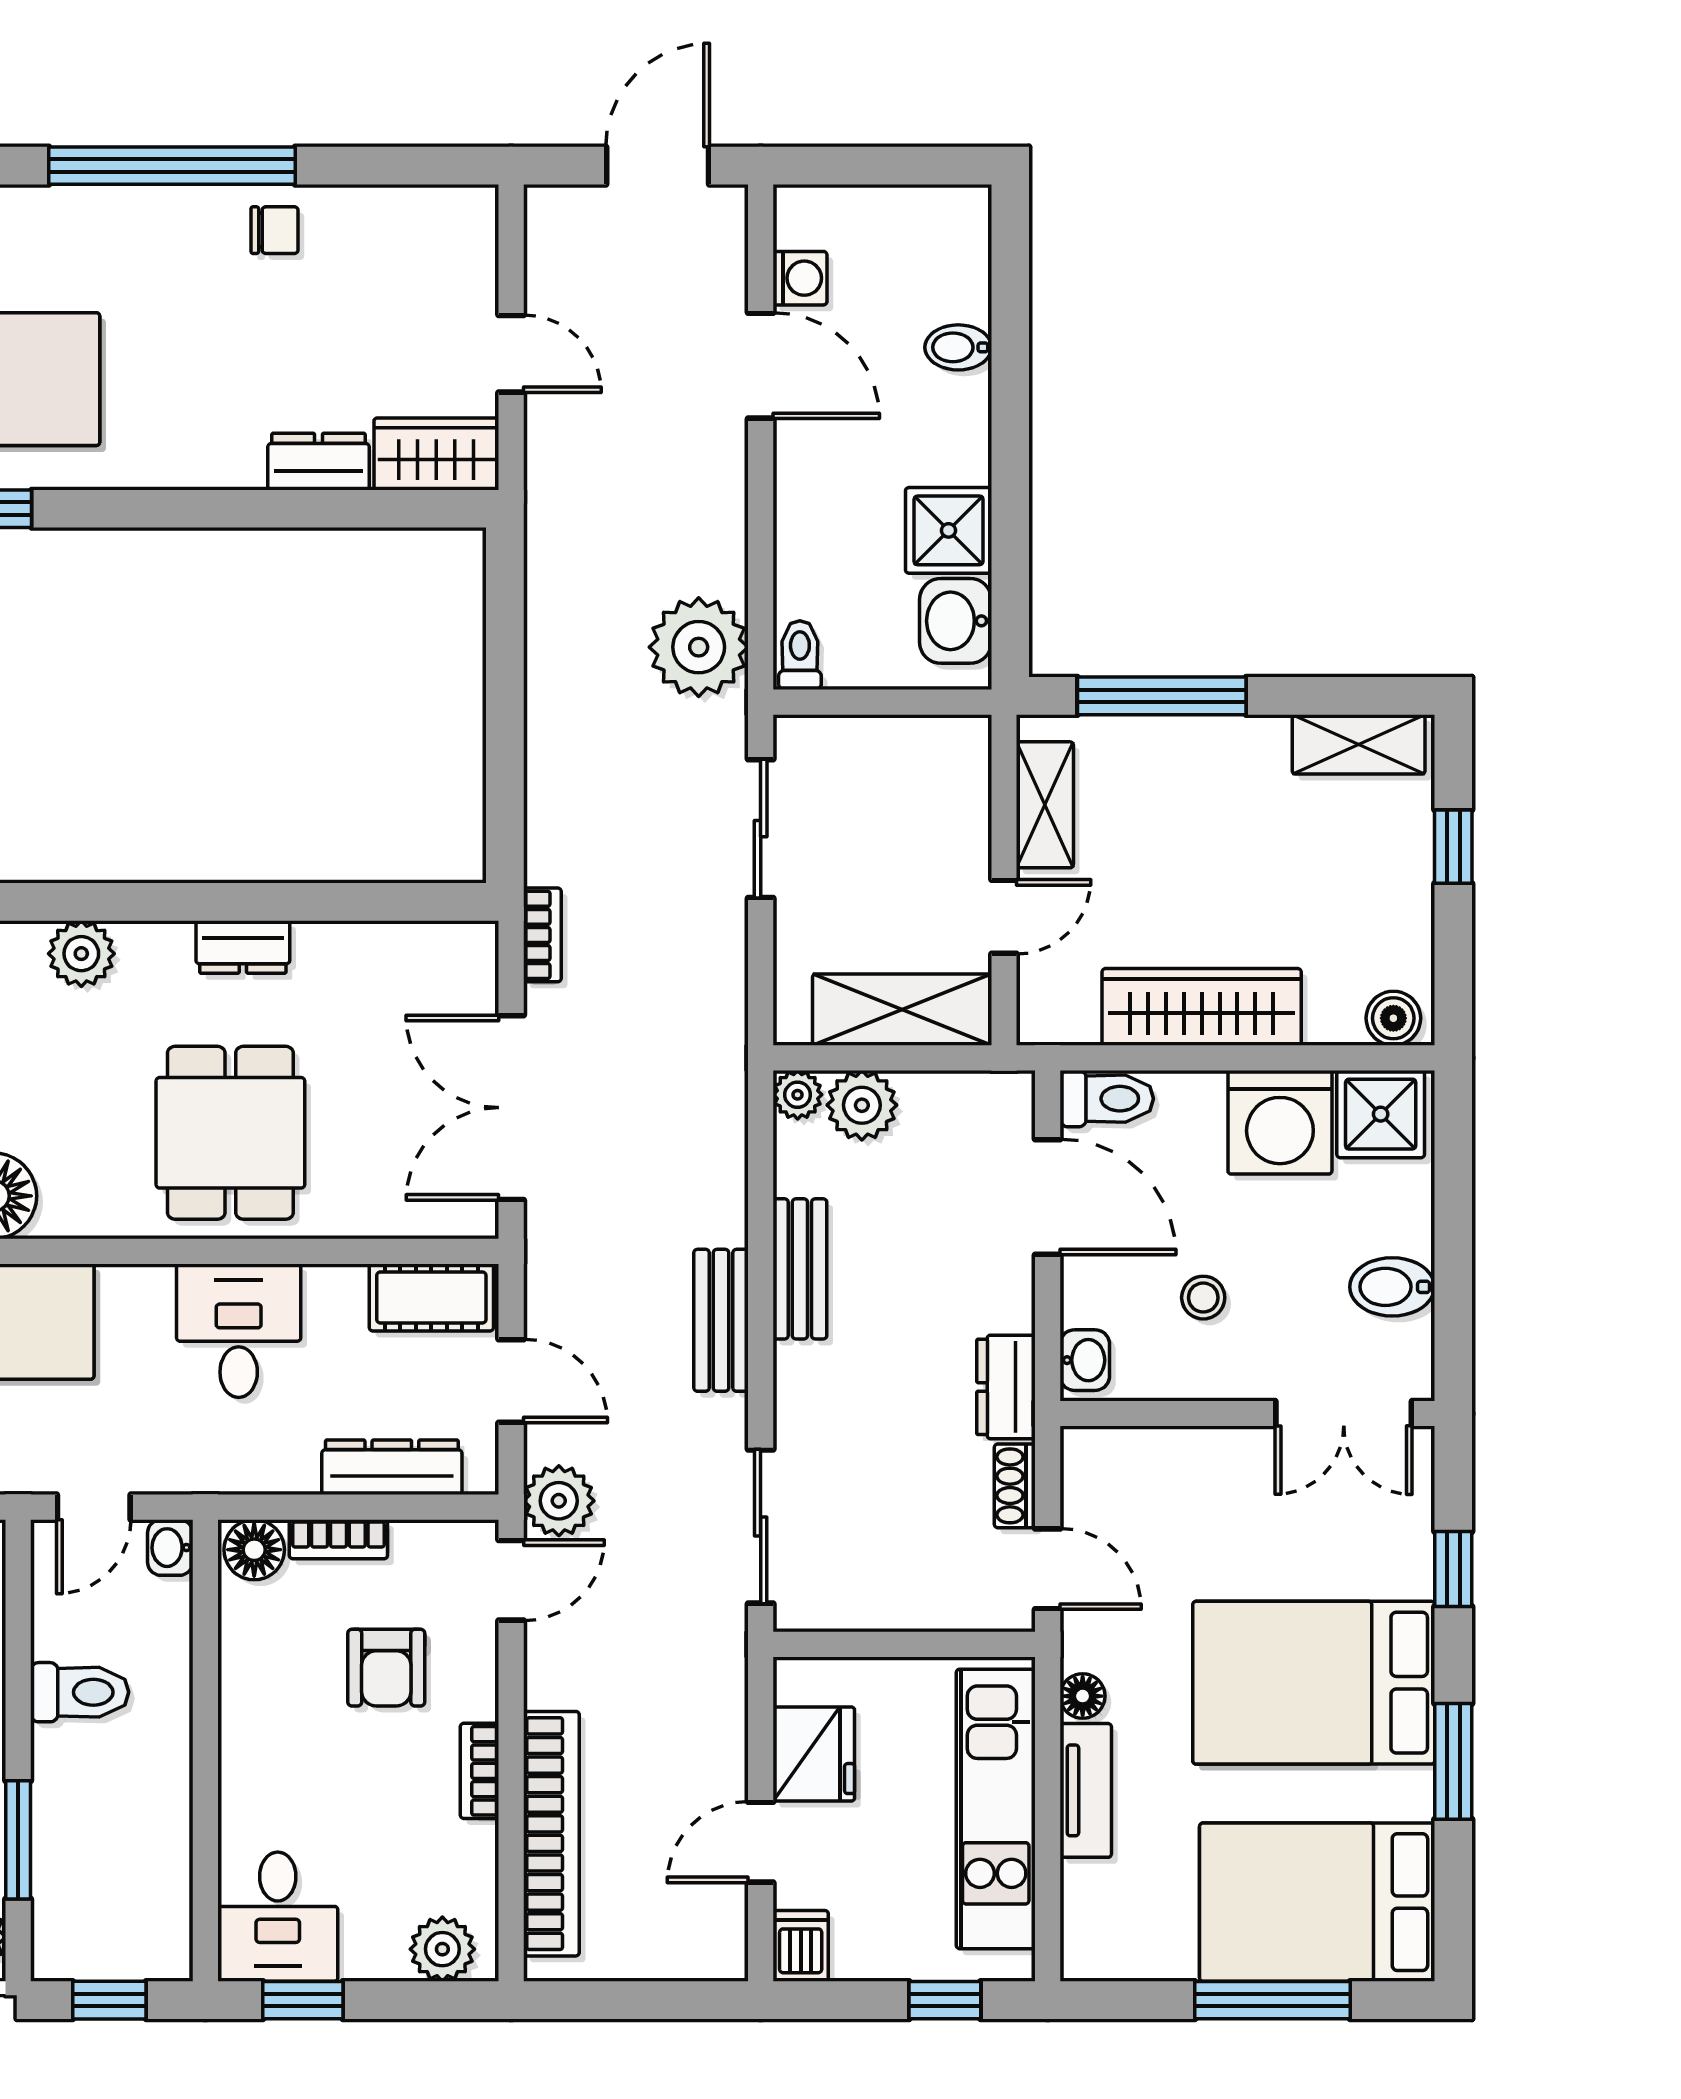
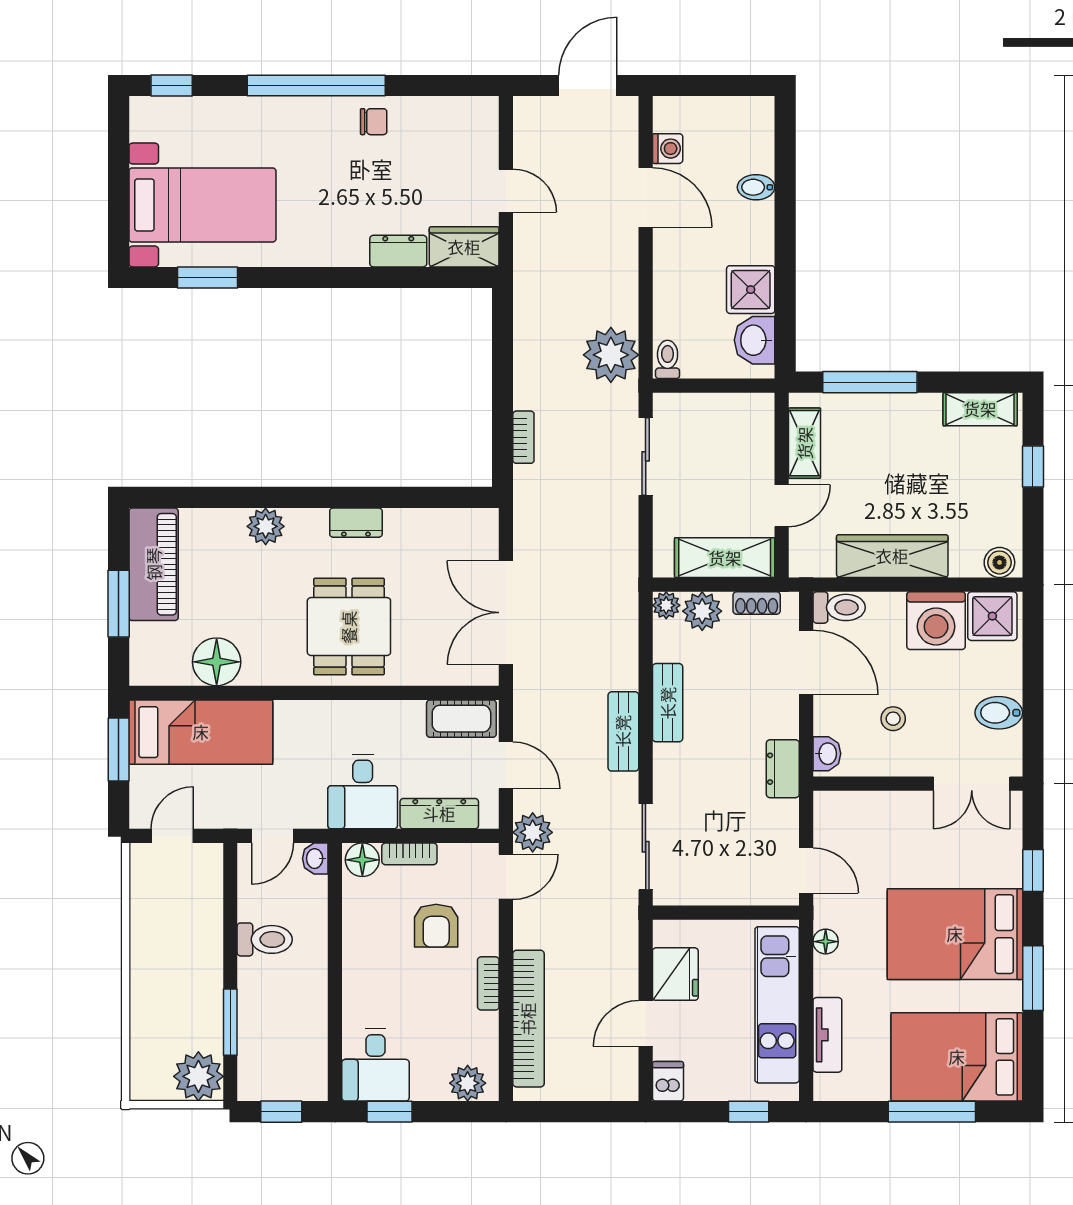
bookcase: (542, 935) -> (523, 437), moved
desk: (239, 1331) -> (363, 792), moved, turned 180
shoe rack: (1015, 1486) -> (757, 603), moved, turned -90
tv unit: (1086, 1790) -> (827, 1035), moved

